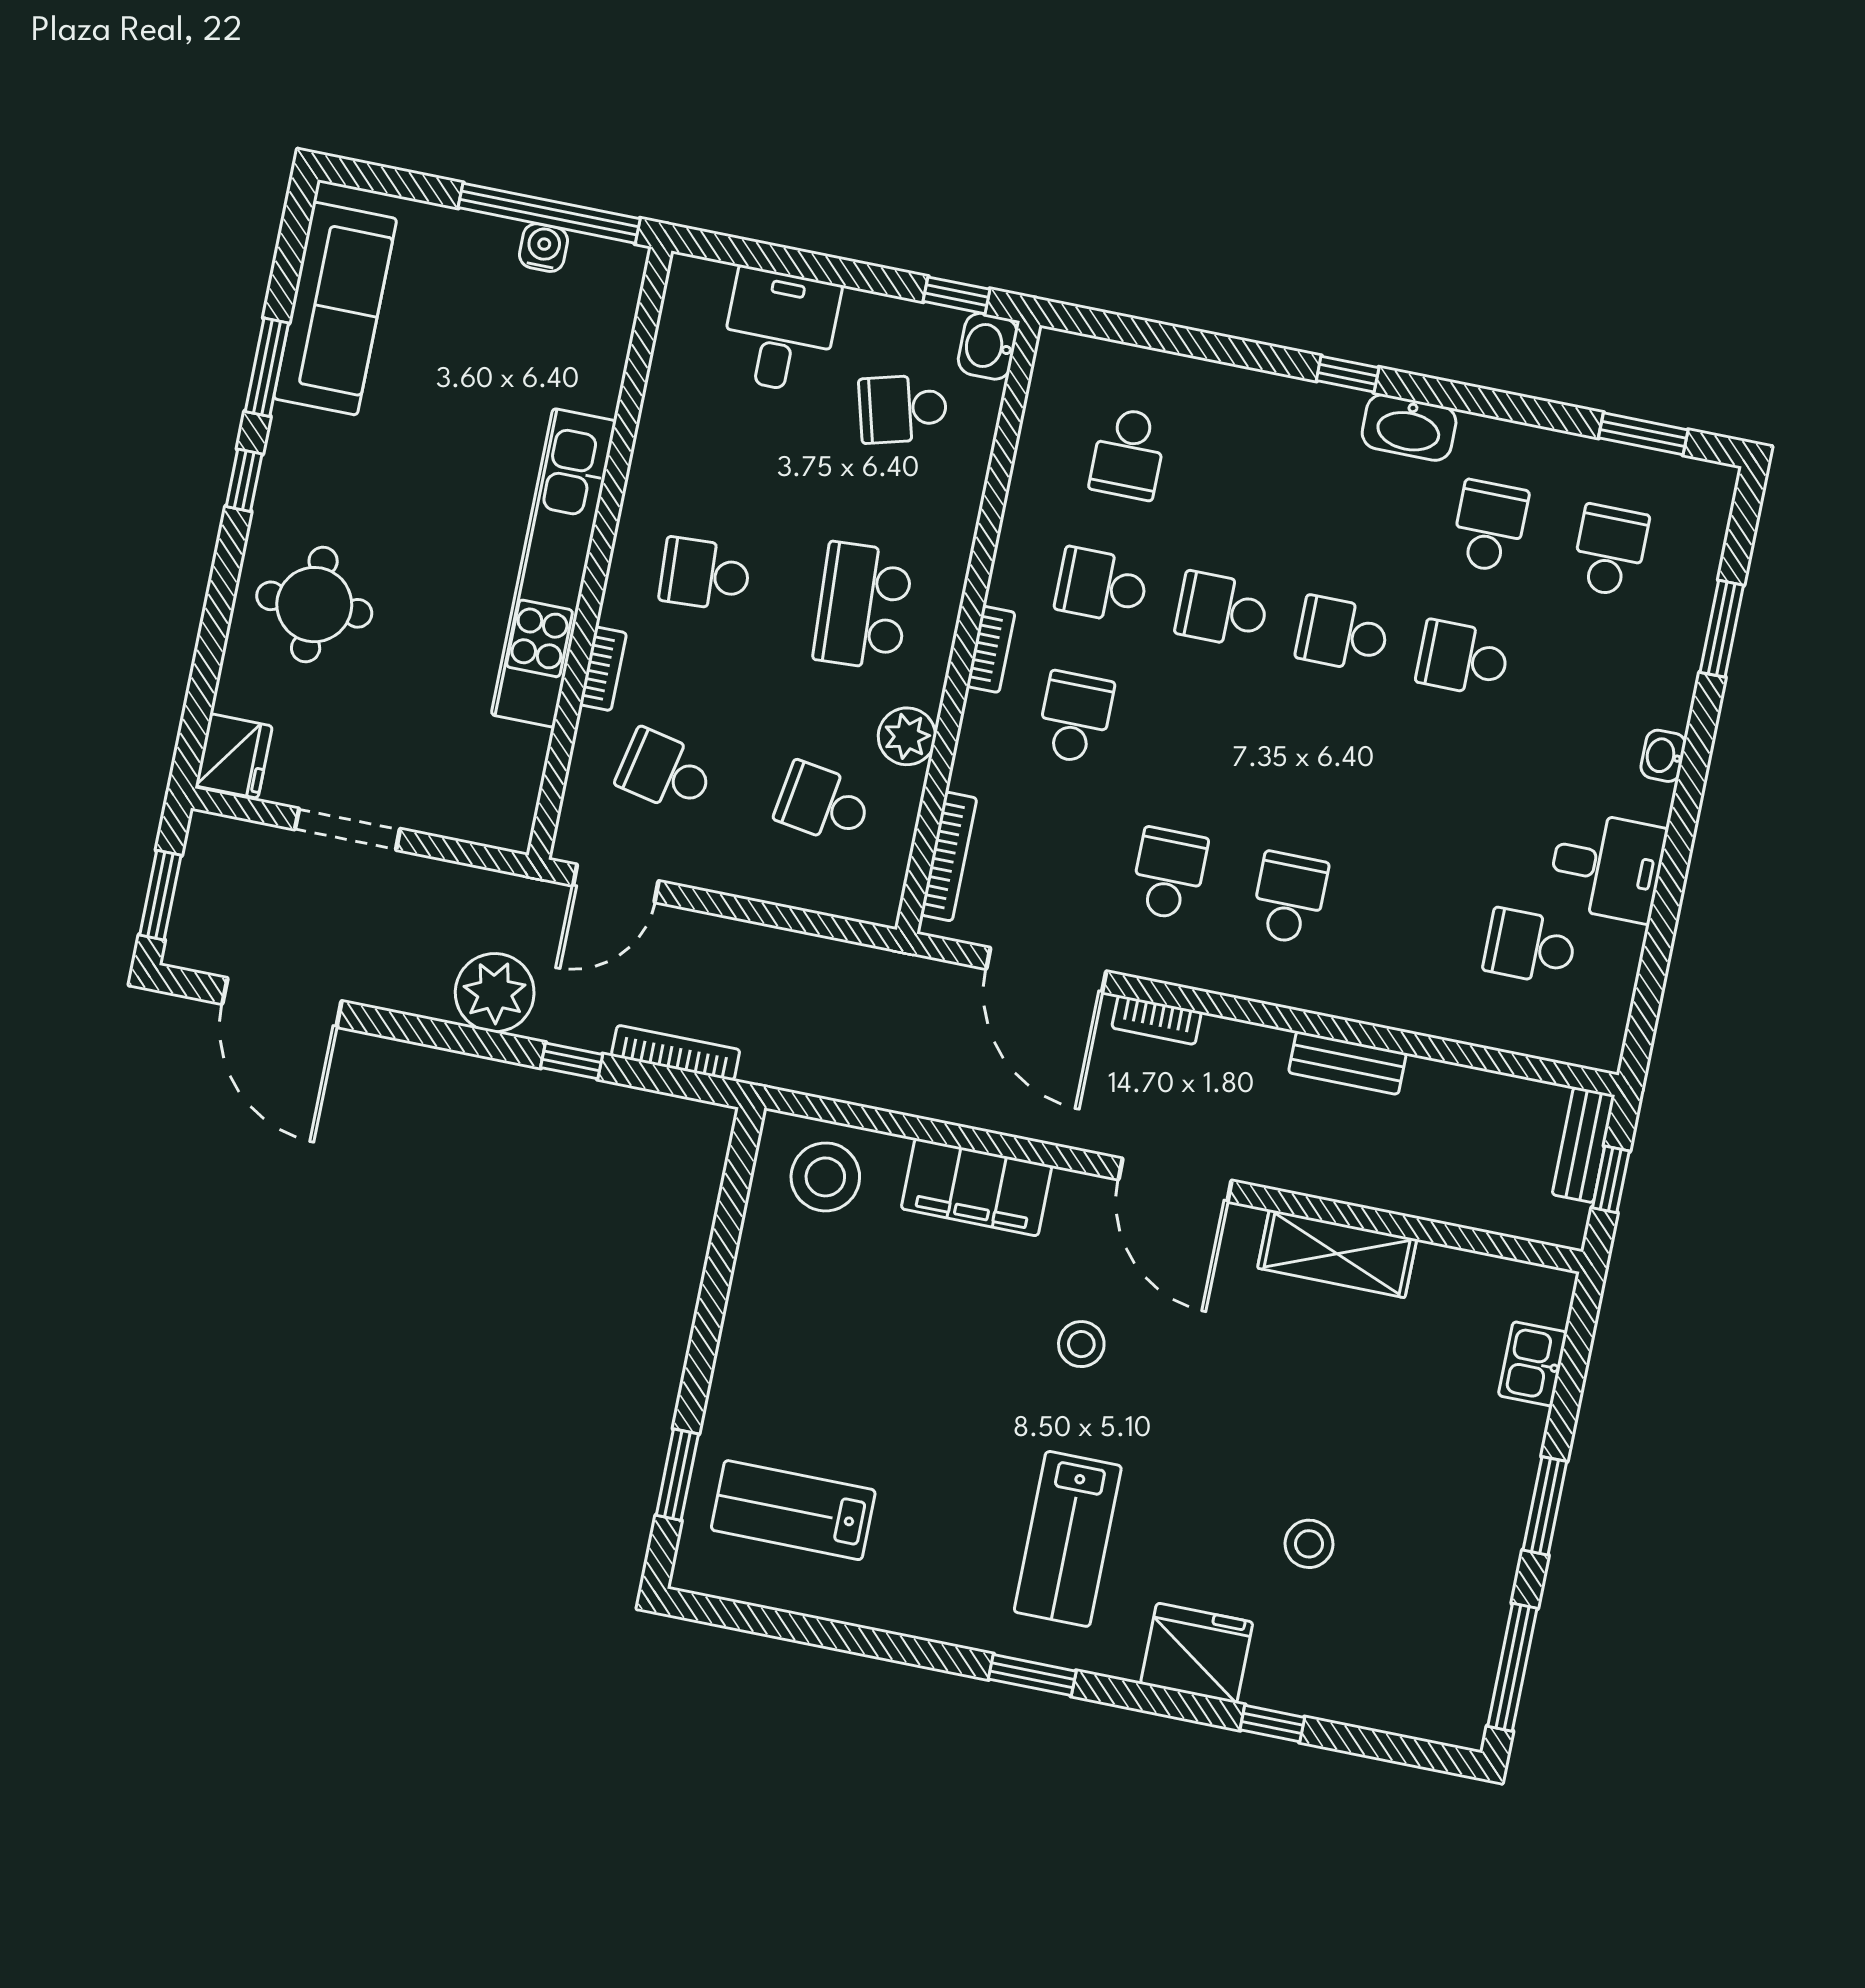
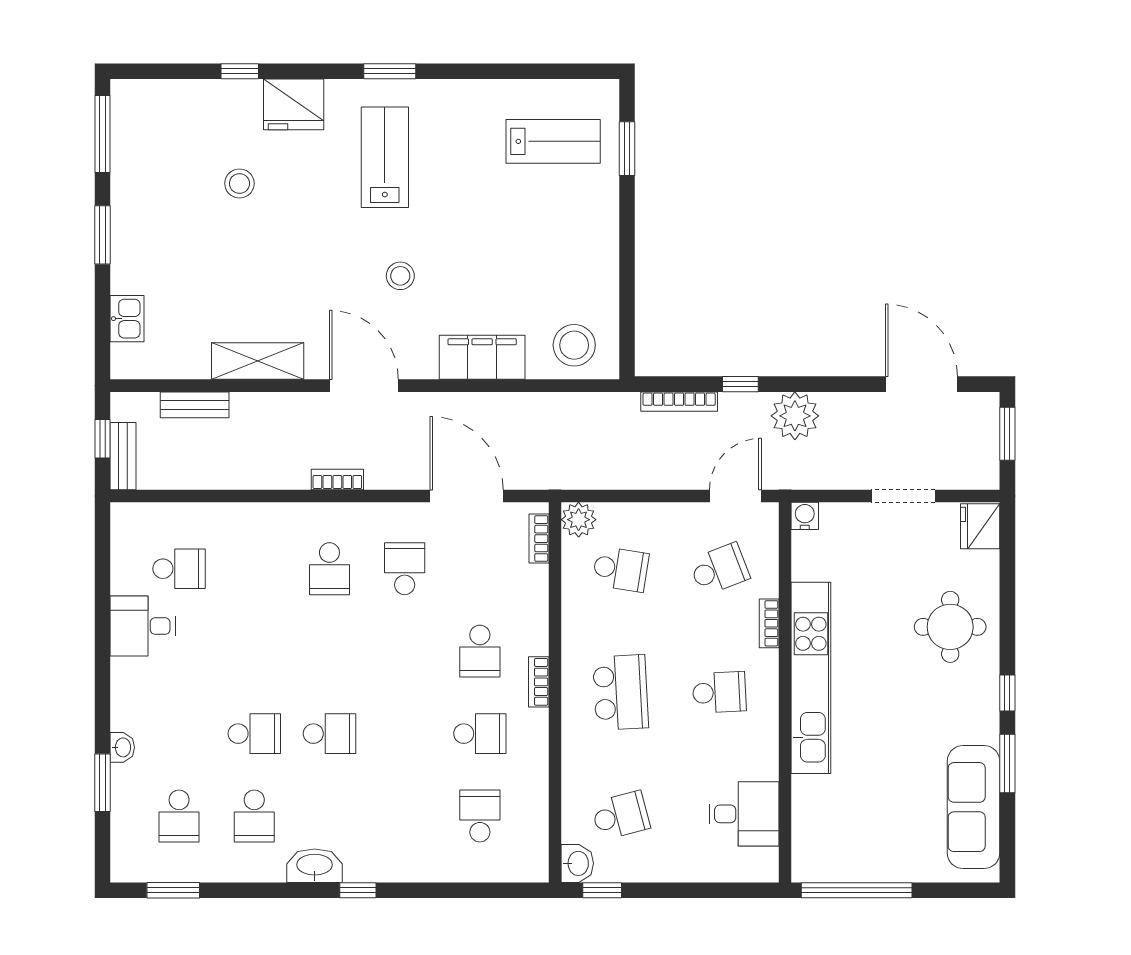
water cooler: (544, 248) -> (805, 516), moved, turned 180
desk: (780, 331) -> (744, 814), moved, turned -90
school desk: (1222, 610) -> (405, 734), removed
plant: (907, 736) -> (579, 520), moved
washbasin: (1663, 756) -> (122, 747), moved
school desk: (665, 772) -> (719, 569), turned -33
bookcase: (949, 857) -> (539, 539), width x0.64
school desk: (1169, 874) -> (405, 569), turned 180
bookcase: (1157, 1020) -> (337, 480), moved
bench: (1347, 1063) -> (195, 405), moved

